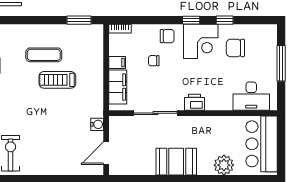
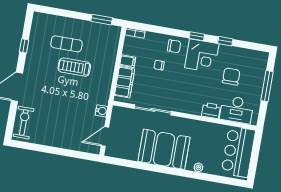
chair: (235, 48) -> (231, 76), moved, turned 90
printer: (195, 102) -> (211, 111), moved
booth: (176, 162) -> (164, 149), width x1.36, depth x1.42
plant: (224, 165) -> (198, 167), width x0.53, depth x0.53

